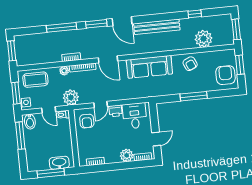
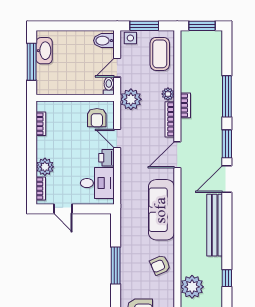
armchair: (87, 121) -> (97, 118), turned -90
window: (20, 136) -> (86, 26), removed
washbasin: (59, 163) -> (44, 51), moved

